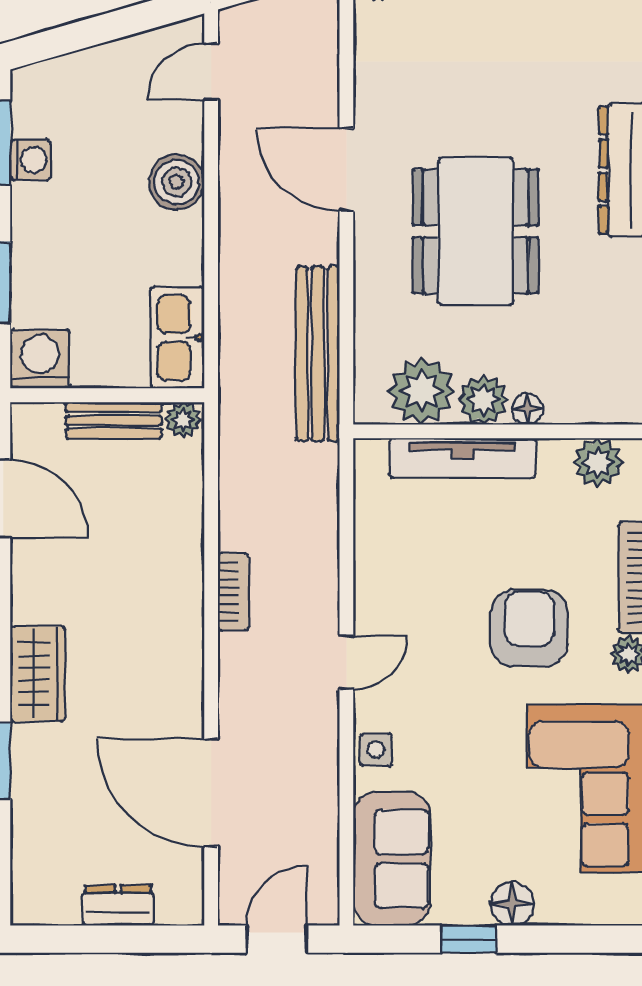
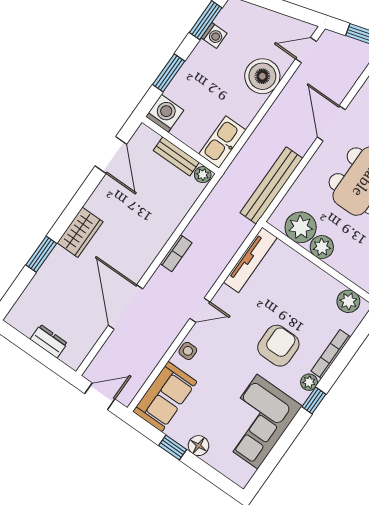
boiler: (177, 182) -> (262, 76), width x1.37, depth x1.37
floor lamp: (528, 409) -> (336, 262), removed
tv unit: (463, 458) -> (250, 260), moved, turned -90
door: (211, 793) -> (125, 307), moved

